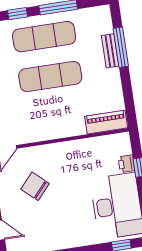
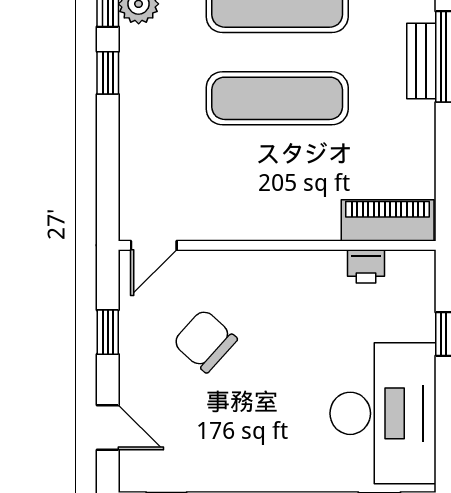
printer: (126, 164) -> (366, 266), moved, turned -90

